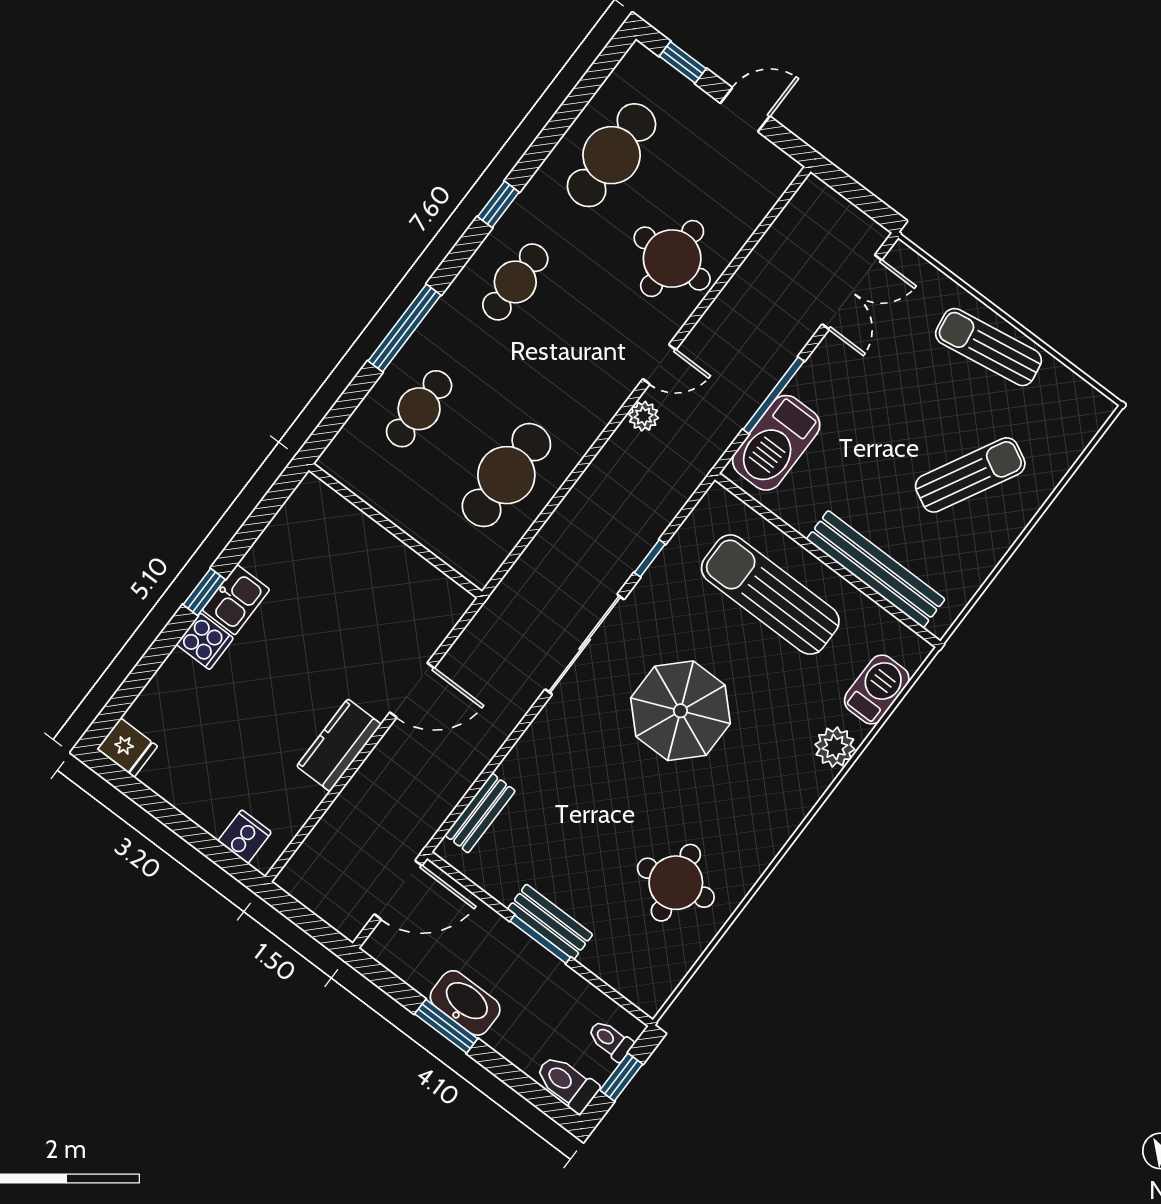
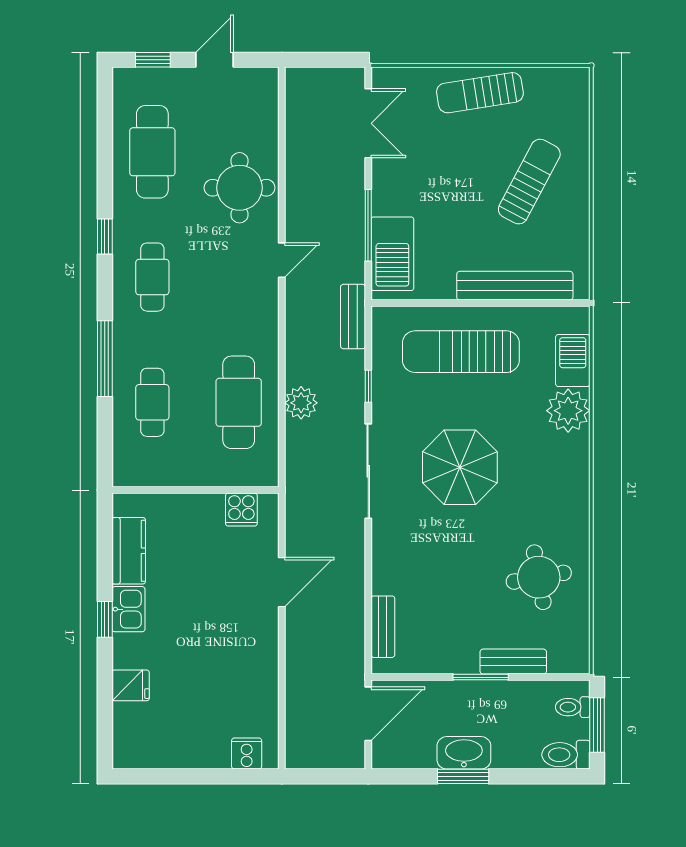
plant: (644, 416) -> (301, 403), moved, width x1.38, depth x1.38
bench: (688, 476) -> (353, 317), added
cooker: (205, 641) -> (241, 510), moved, turned 90
kitchen counter: (339, 745) -> (129, 551), moved, turned 180
plant: (835, 747) -> (568, 411), width x1.36, depth x1.36
fridge: (127, 748) -> (131, 685), moved
bench: (550, 922) -> (513, 662), moved
window: (621, 1077) -> (597, 725), width x1.50

